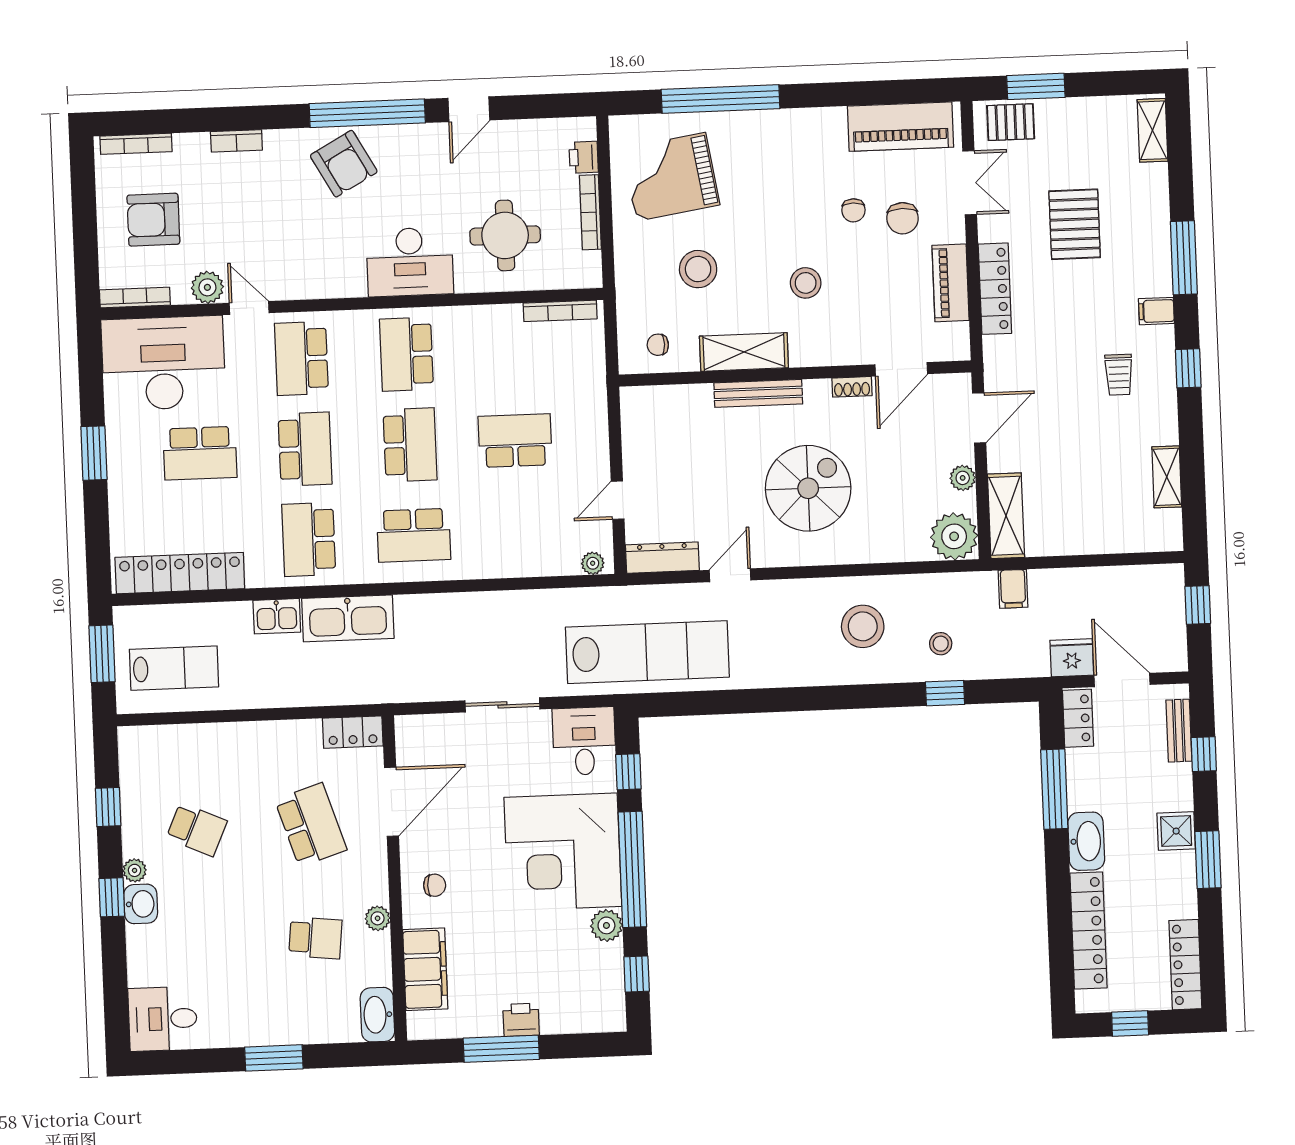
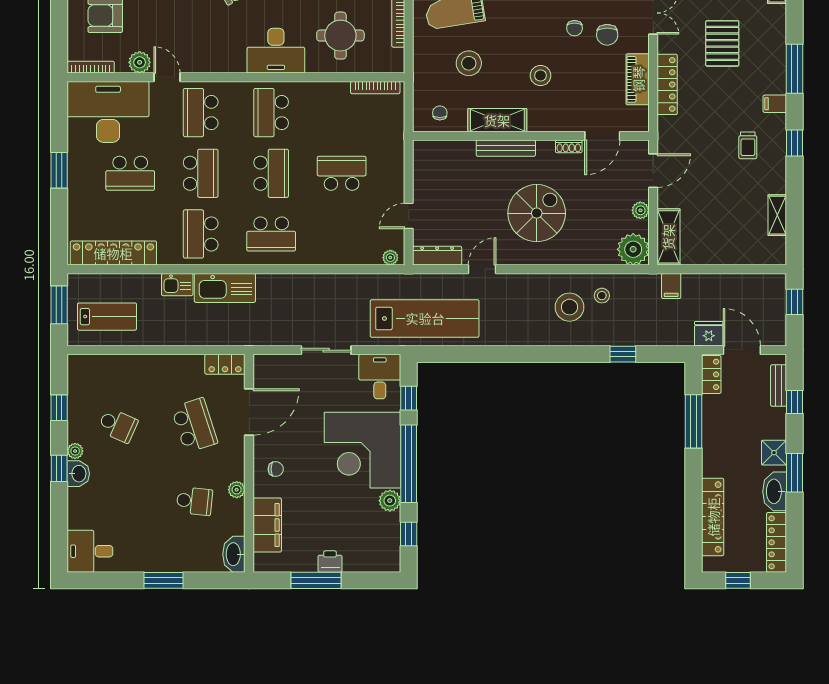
chair: (658, 345) -> (440, 113), turned 90
stool: (941, 644) -> (602, 296), moved
washbasin: (1086, 841) -> (775, 491), moved, turned 180

